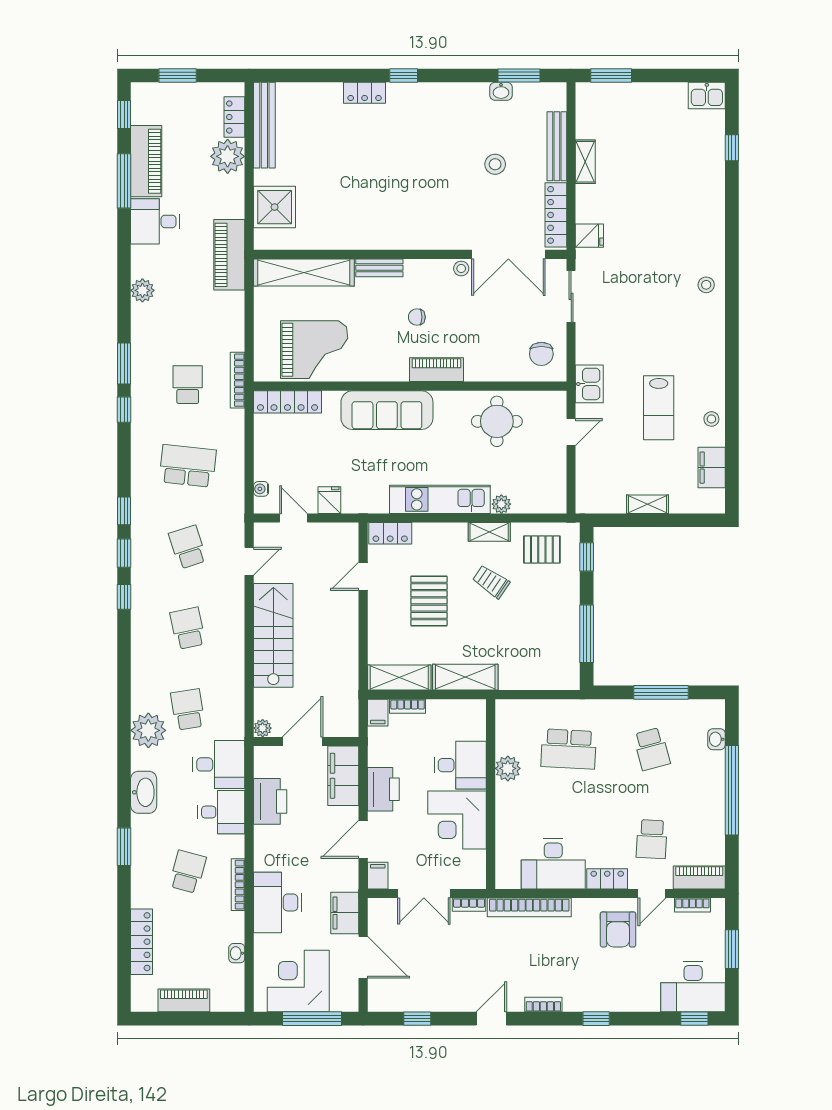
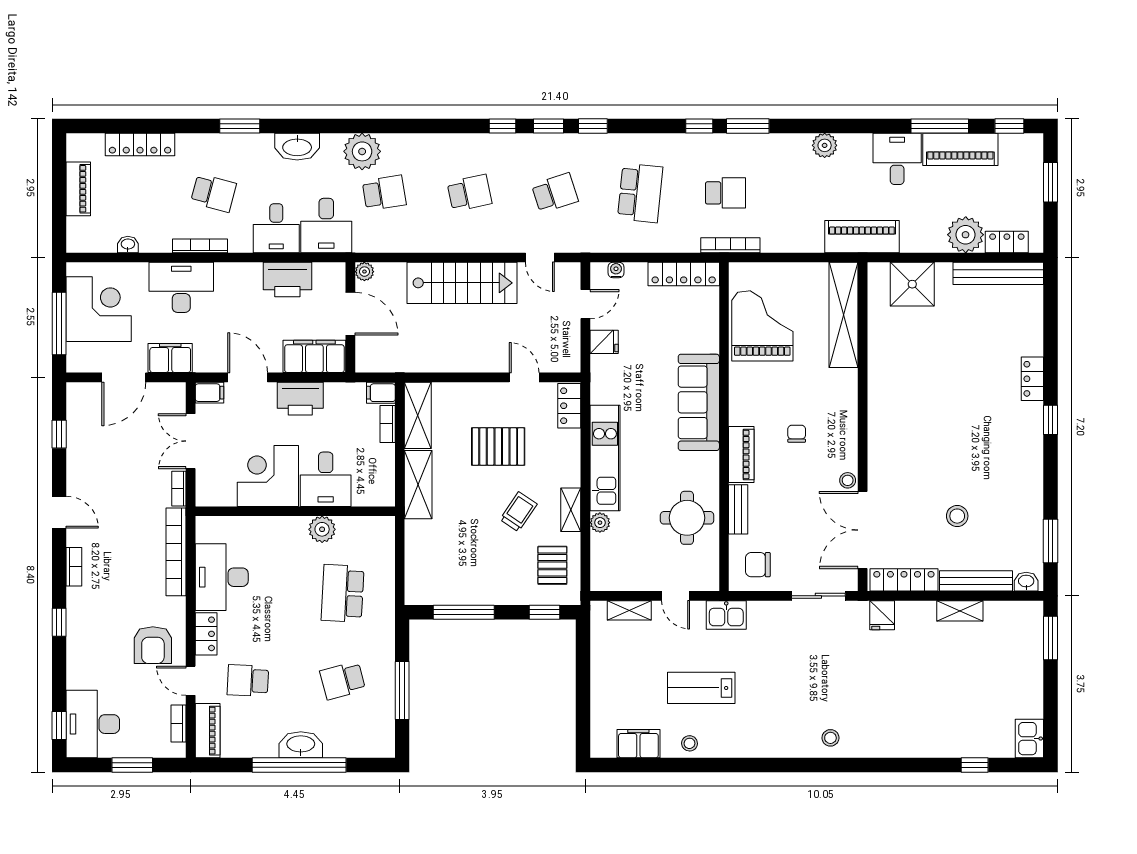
washbasin: (501, 91) -> (1026, 582), moved, turned 90
bench: (379, 268) -> (738, 509), moved
grand piano: (314, 350) -> (762, 326), turned 180
locker: (288, 402) -> (684, 274), moved, turned -90
shelving: (647, 504) -> (629, 610), moved, turned 90
washbasin: (717, 739) -> (301, 745), moved, width x1.91, depth x1.45
armchair: (618, 929) -> (153, 645), turned -90

